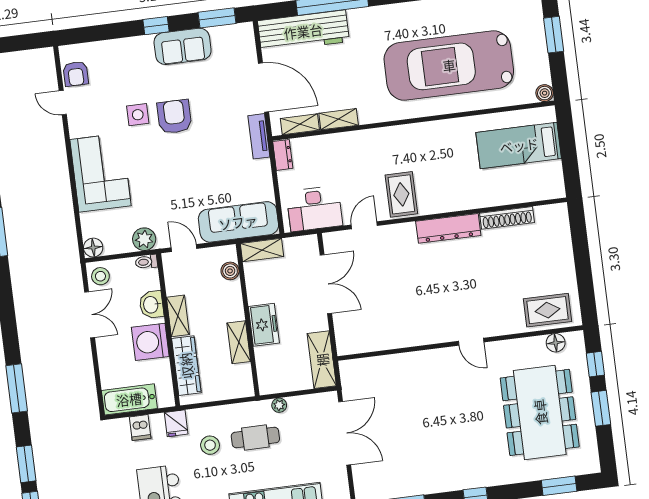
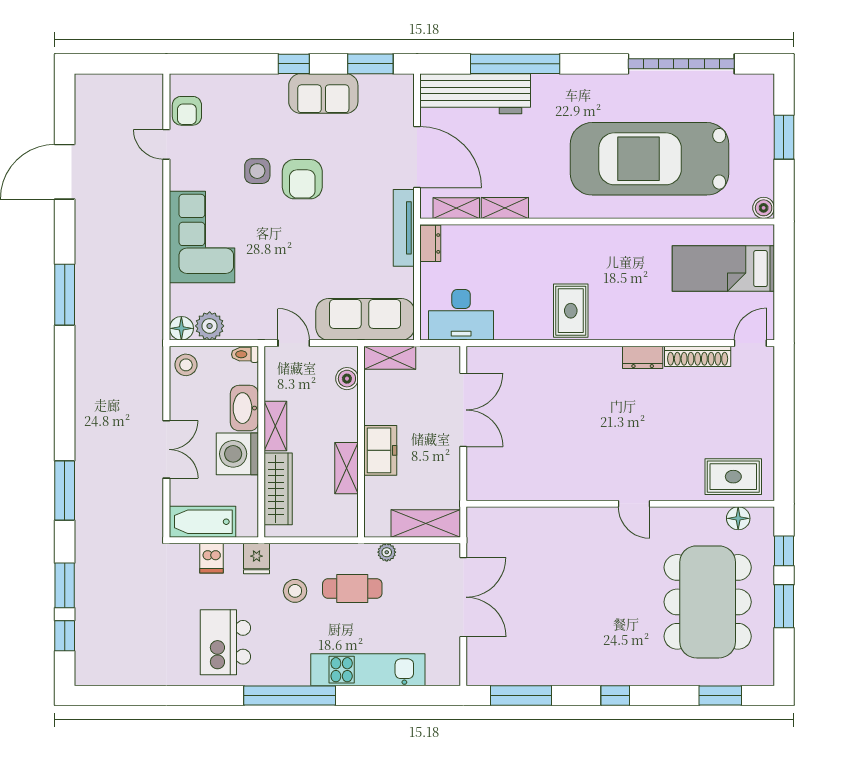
armchair: (174, 117) -> (302, 179), turned 180
tv unit: (259, 136) -> (404, 228), width x1.41
door: (364, 225) -> (750, 343), moved
dresser: (448, 228) -> (643, 357), width x0.51, depth x0.80
plant: (144, 239) -> (210, 326), moved
washbasin: (151, 305) -> (244, 408), width x1.38
double door: (90, 315) -> (166, 449), moved
shelving: (322, 360) -> (426, 523), moved, turned 90

